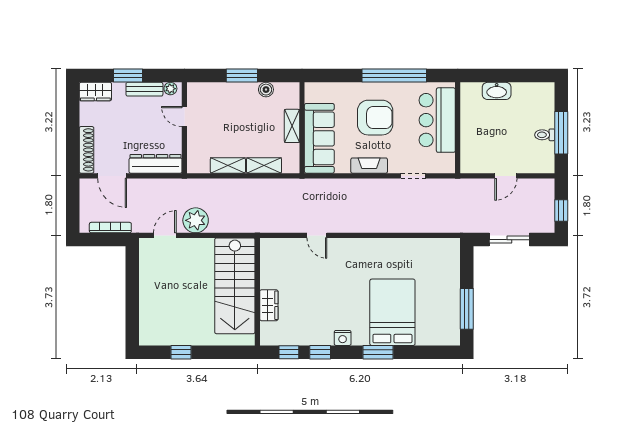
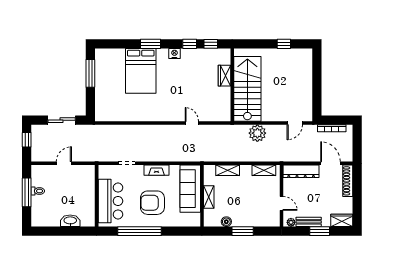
shelving: (228, 165) -> (264, 170), moved
plant: (196, 220) -> (257, 133), moved

